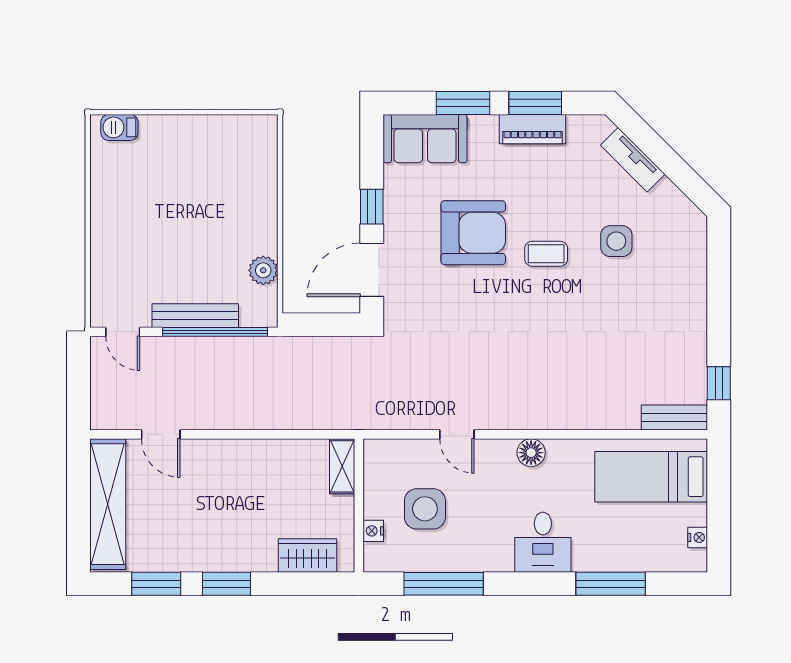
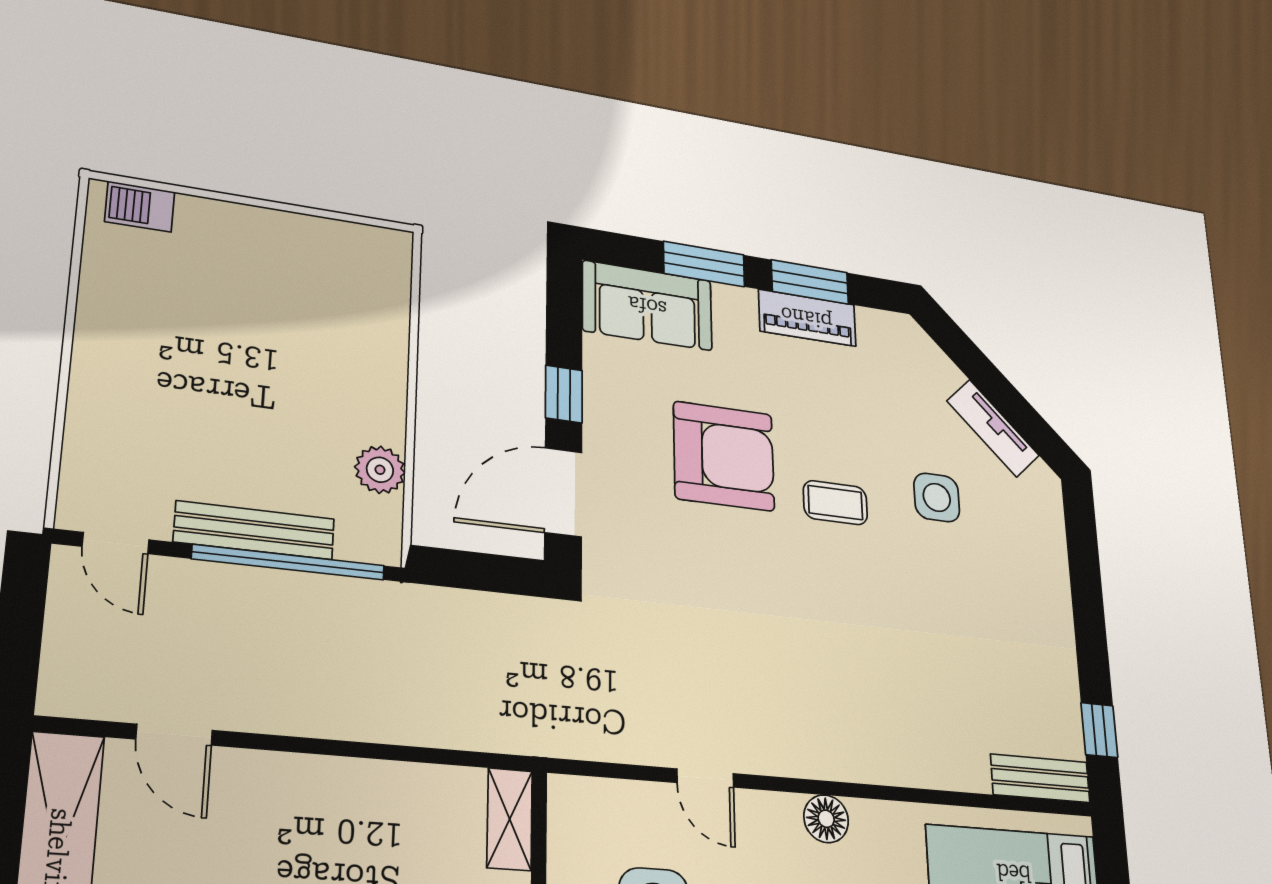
tv unit: (633, 160) -> (993, 428), moved

